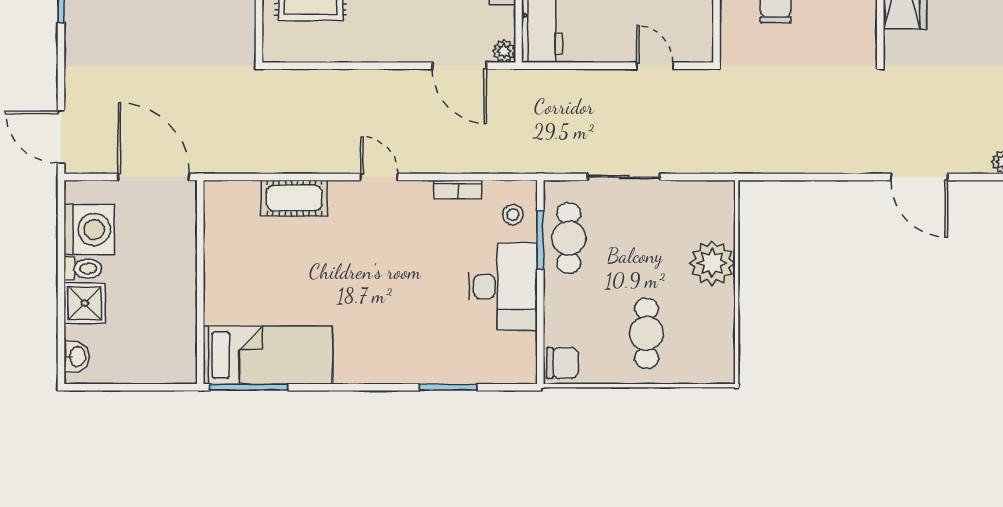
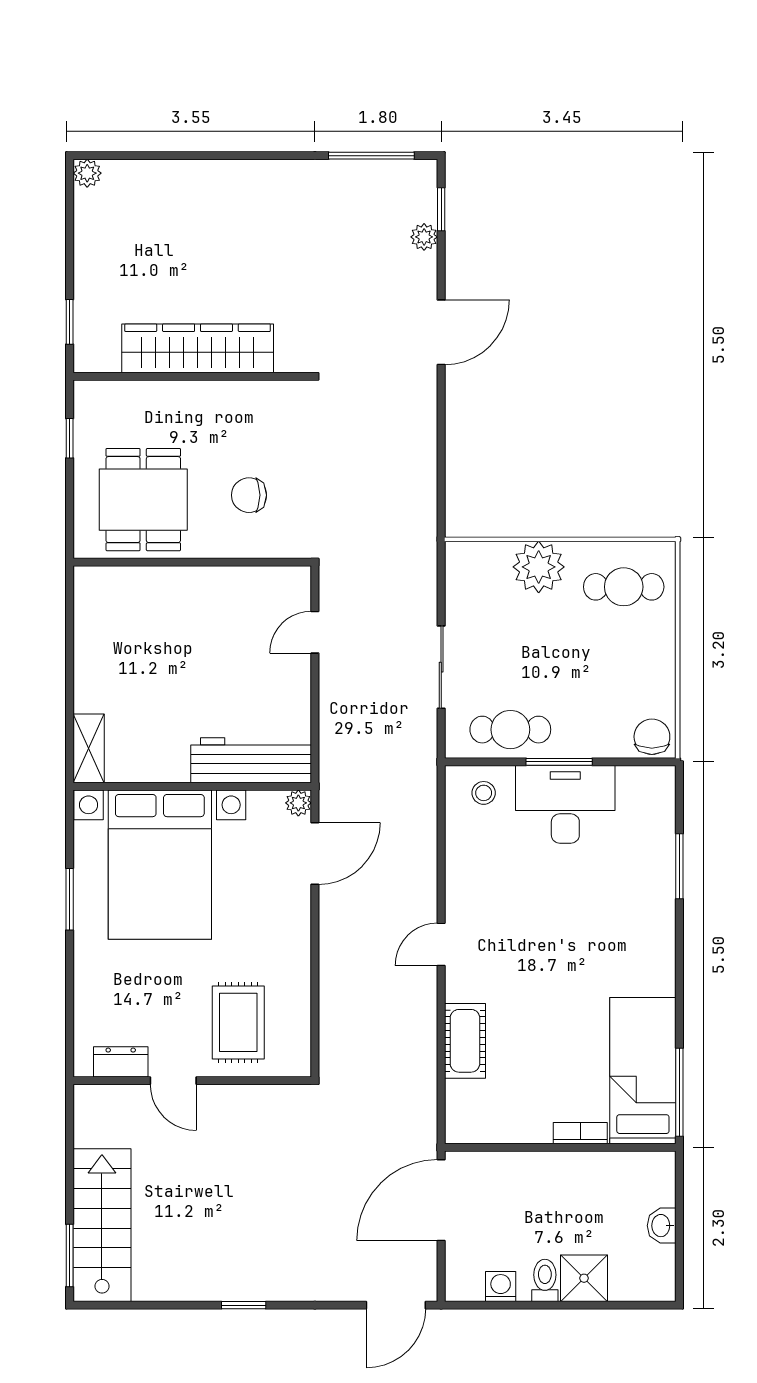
bookcase: (458, 190) -> (580, 1133), moved, turned -90
washing machine: (89, 229) -> (501, 1286), width x0.53, depth x0.53
window: (540, 240) -> (559, 762), moved
cafe table: (646, 333) -> (624, 587), moved
washbasin: (77, 357) -> (662, 1226), moved, turned -90

